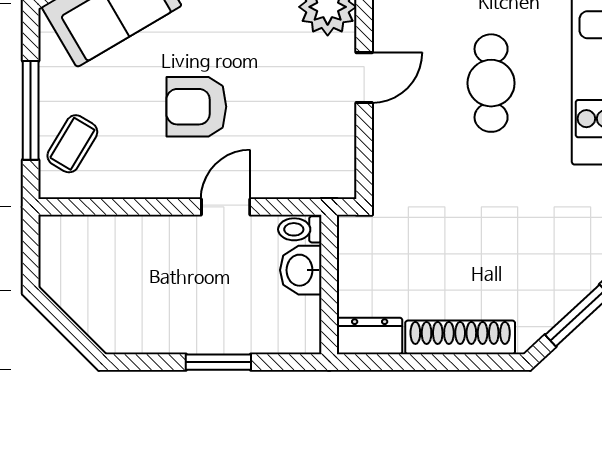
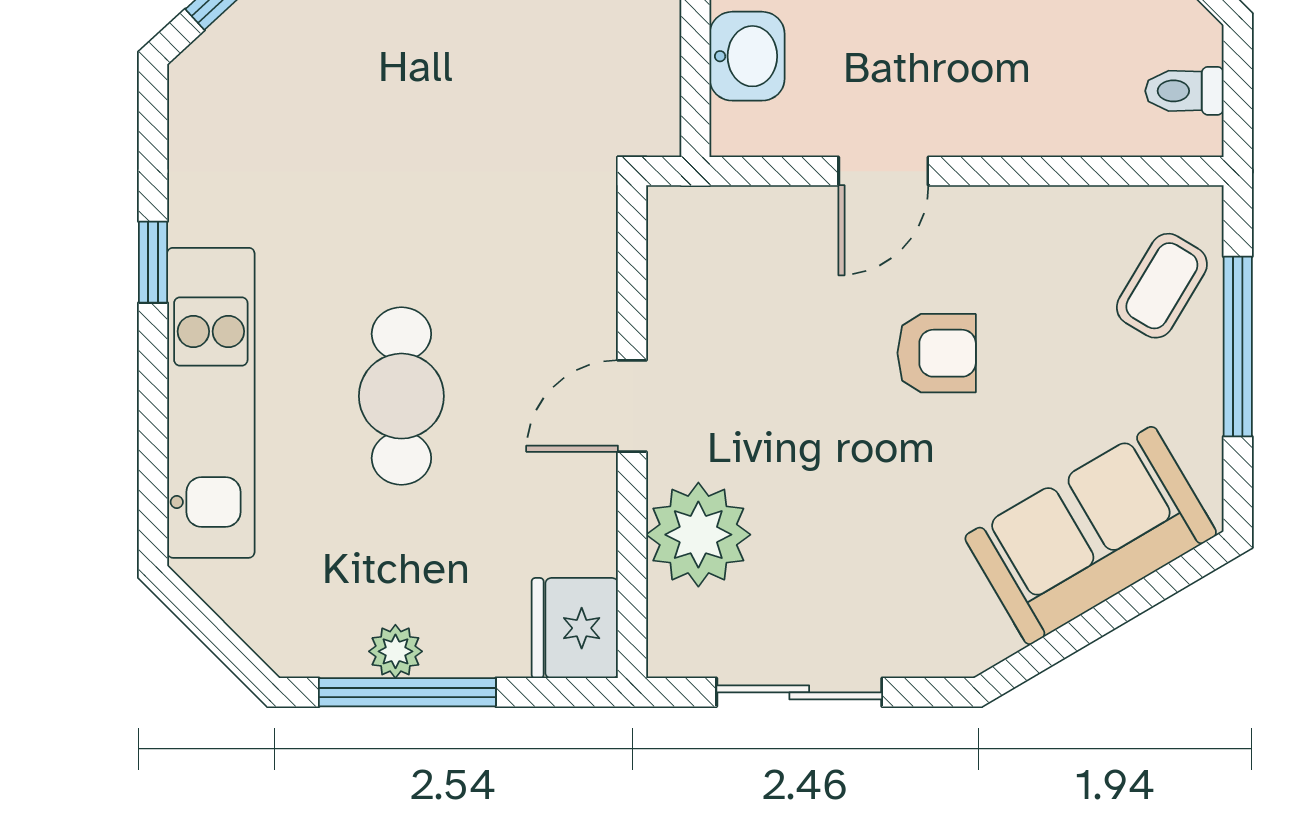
armchair: (196, 107) -> (937, 353), width x0.72, depth x0.72
toilet: (300, 229) -> (1184, 91), moved, turned 180

